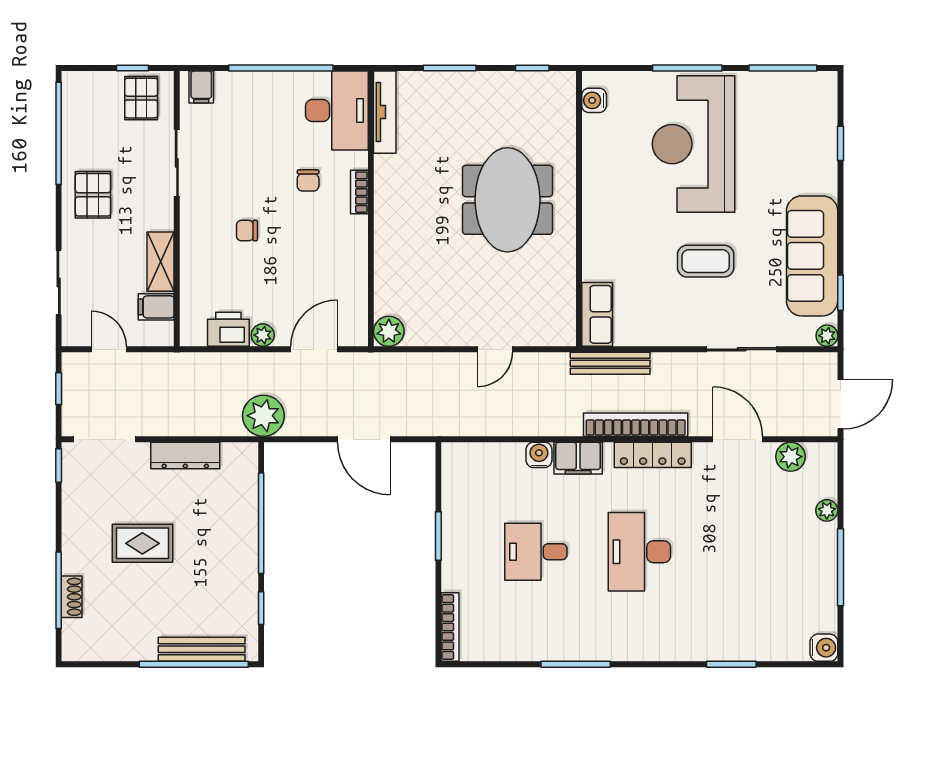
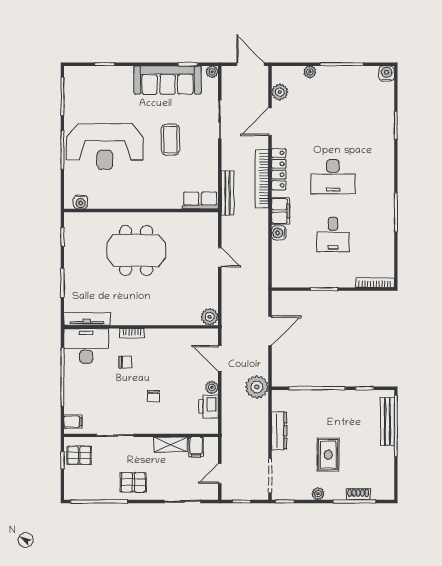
plant: (73, 525) -> (318, 494), added

